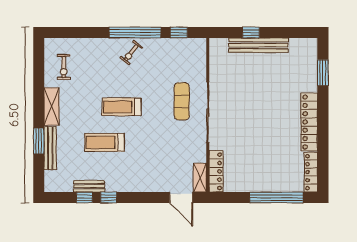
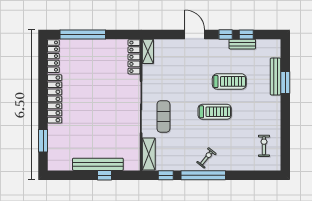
shelving: (52, 107) -> (149, 154), moved
door: (181, 198) -> (195, 34), moved

